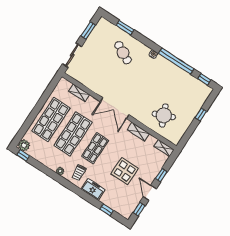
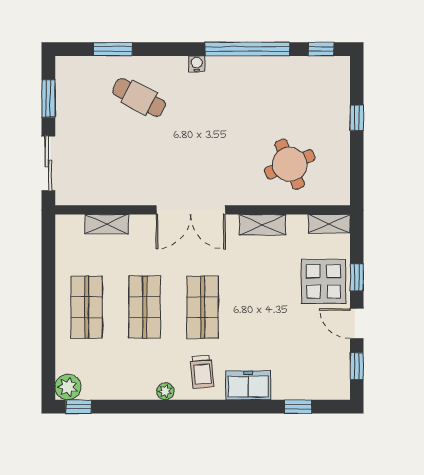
shop shelf: (51, 119) -> (87, 307), width x0.70, depth x0.74
shop shelf: (73, 134) -> (145, 307), width x0.70, depth x0.74
display table: (125, 171) -> (323, 281), moved

